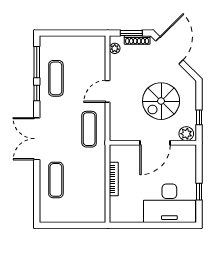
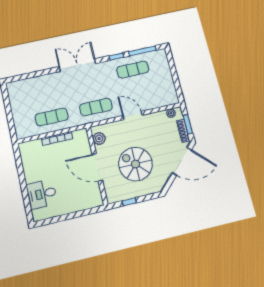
plant: (186, 134) -> (99, 139), moved
exercise mat: (56, 180) -> (52, 117), moved
window: (199, 192) -> (62, 218), removed
desk: (169, 203) -> (42, 194), width x0.53, depth x0.77

